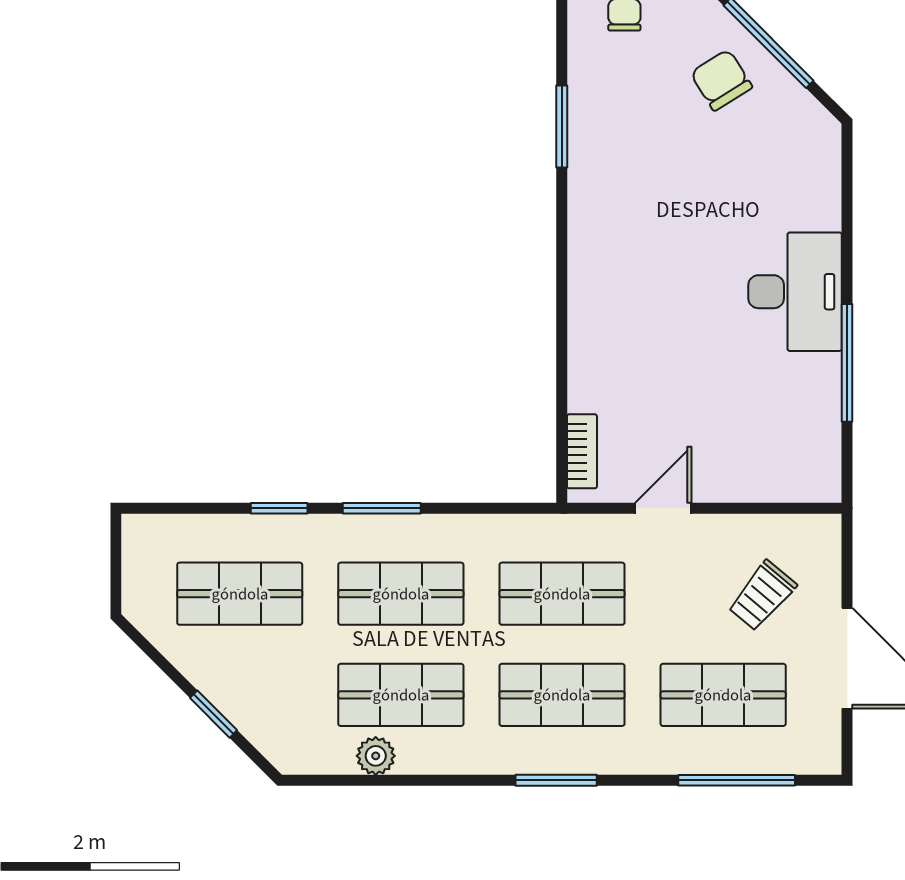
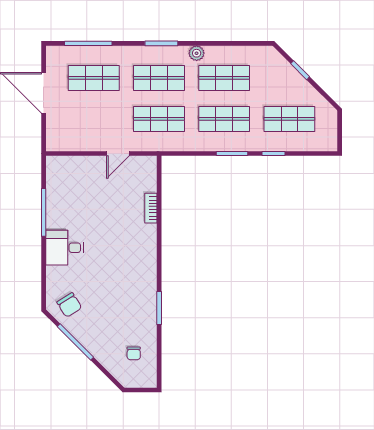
chair: (721, 80) -> (69, 305), moved
desk: (795, 292) -> (65, 248), width x0.73
bookcase: (582, 451) -> (151, 208), moved
trolley: (762, 596) -> (78, 118), removed
plant: (376, 756) -> (197, 53), moved

